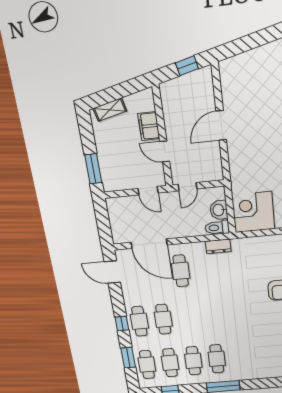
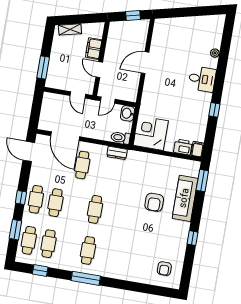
washbasin: (219, 210) -> (127, 113), moved
cafe table: (193, 361) -> (95, 209), moved

